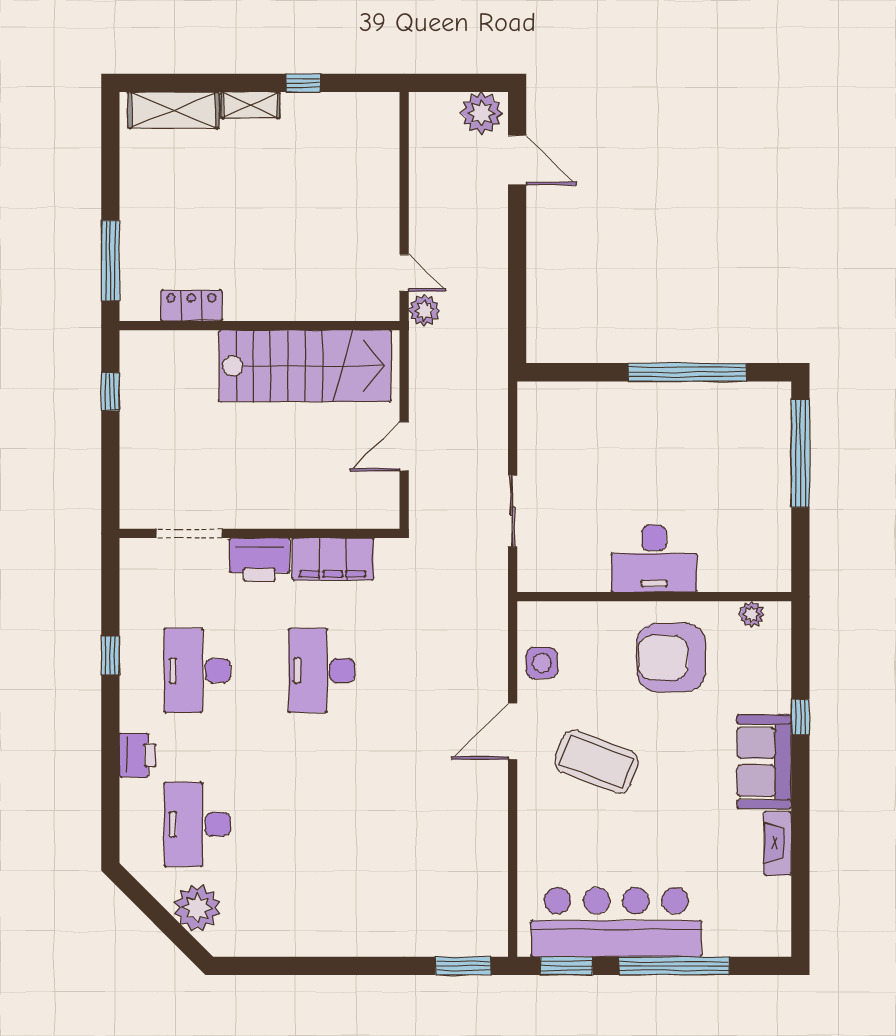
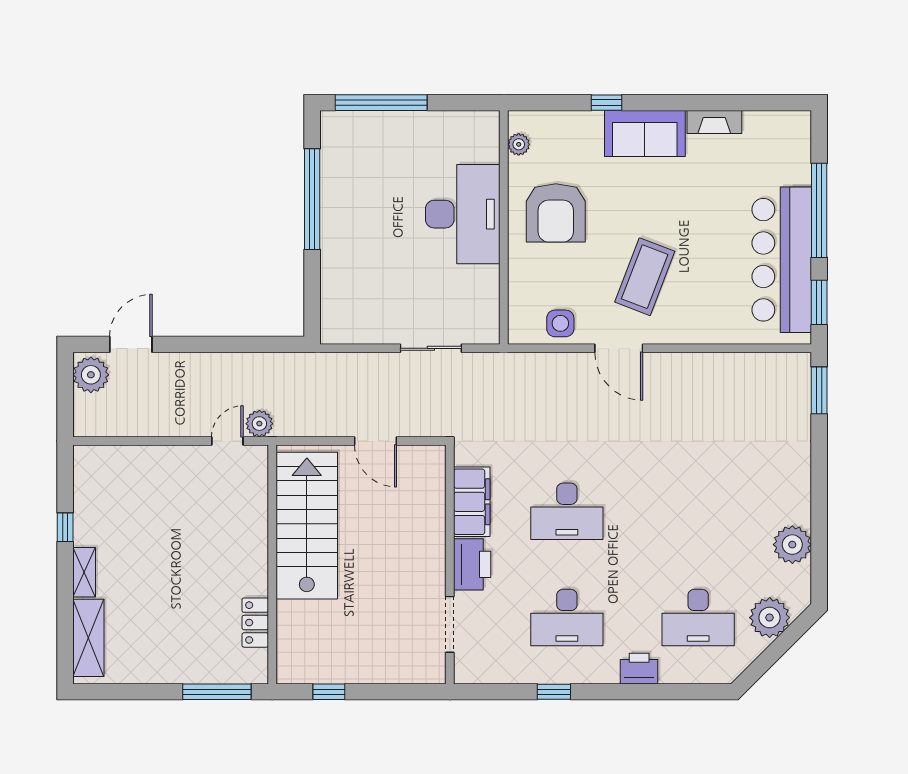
desk: (654, 559) -> (463, 214), width x1.36, depth x1.30
plant: (283, 935) -> (792, 545), added

